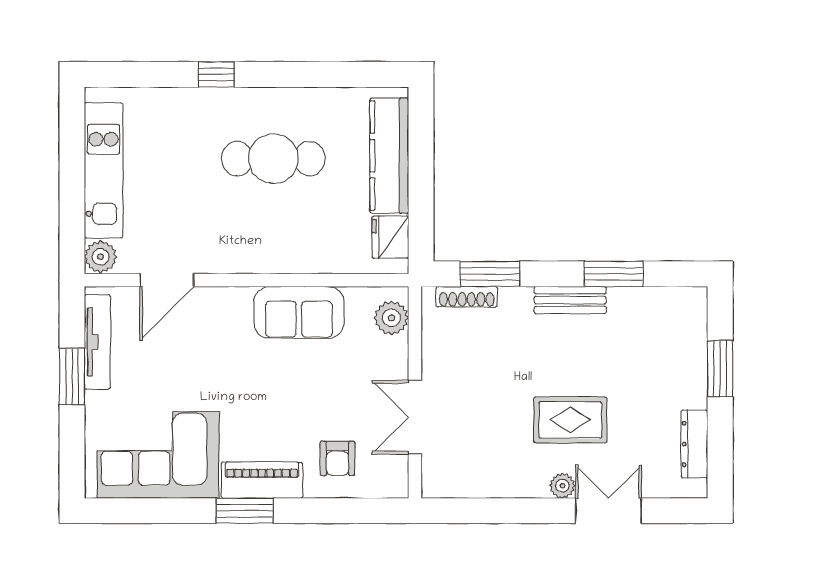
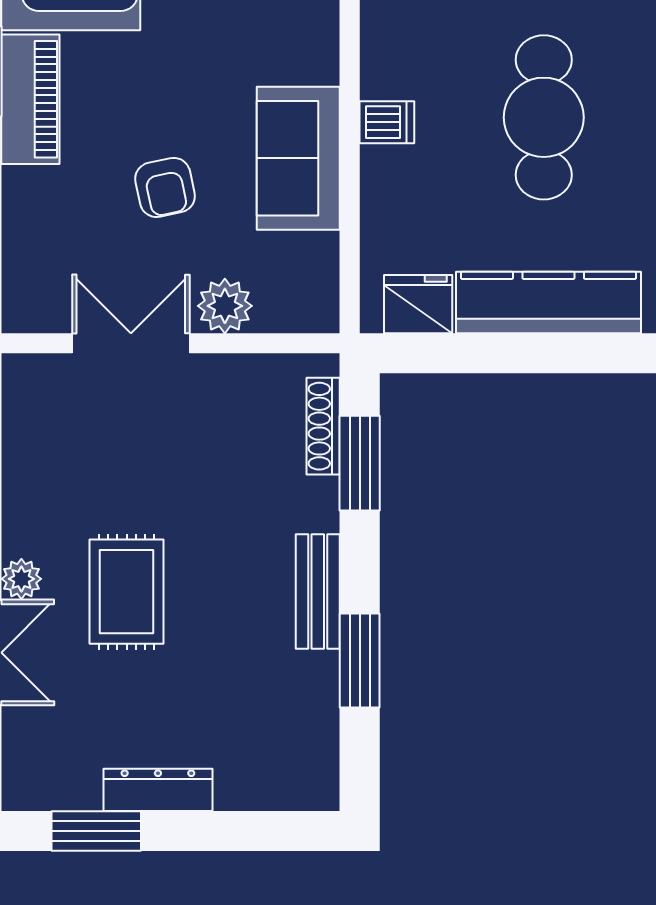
dishwasher: (276, 257) -> (387, 122), added
plant: (391, 318) -> (225, 306), moved
window: (720, 369) -> (96, 831), moved
dresser: (694, 444) -> (158, 790), moved
armchair: (338, 458) -> (165, 187), moved, turned -102

